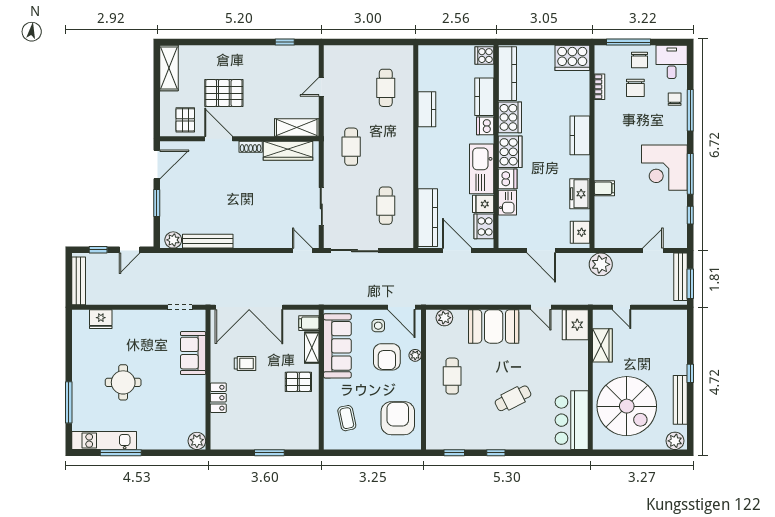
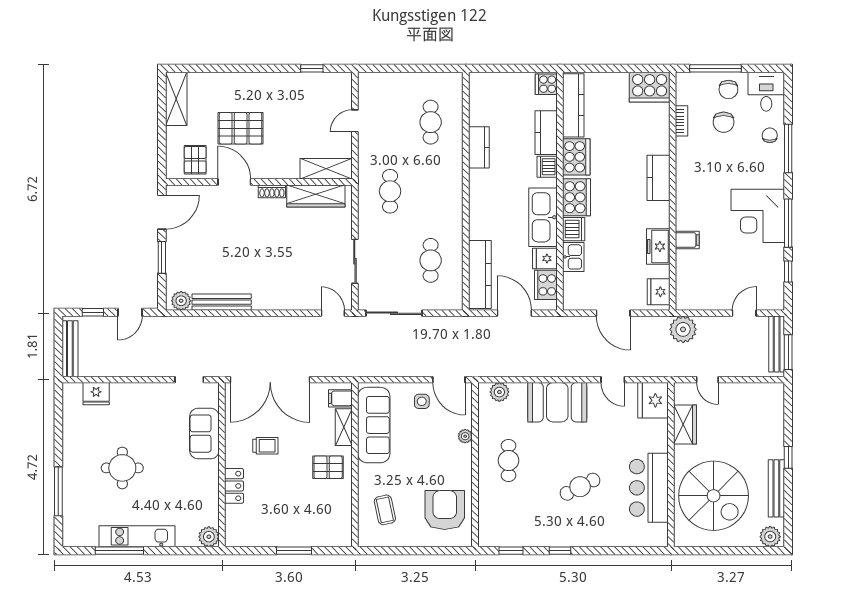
armchair: (387, 357) -> (432, 438), removed
bar counter: (572, 420) -> (649, 488), moved
kitchen unit: (104, 441) -> (137, 536), moved

